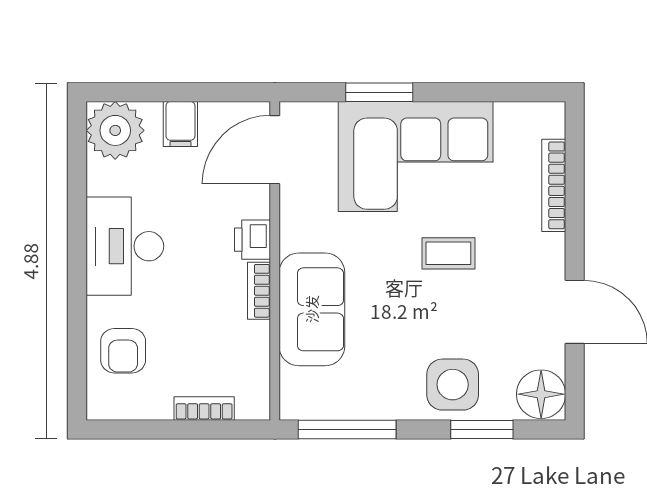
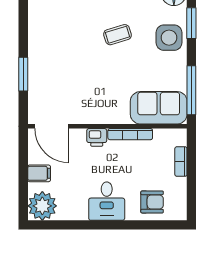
corner sofa: (416, 156) -> (55, 56), removed
desk: (125, 246) -> (107, 201), width x0.73
coffee table: (448, 253) -> (118, 35), moved, turned 73
bookcase: (259, 291) -> (130, 134), width x1.56
sofa: (312, 309) -> (159, 108), moved

